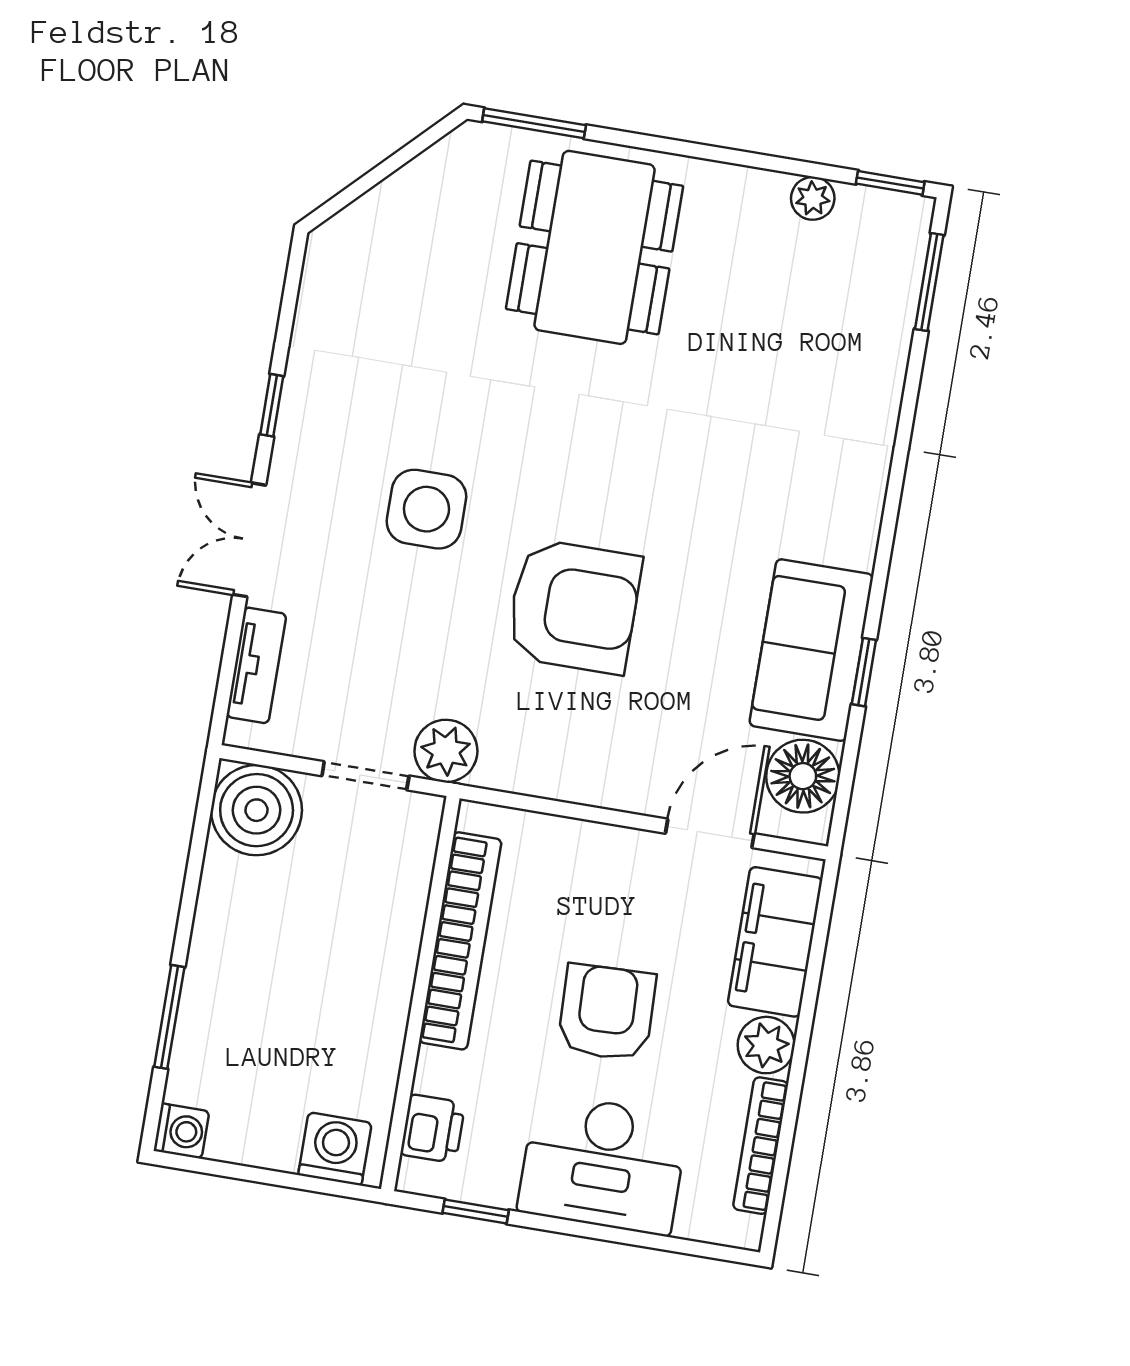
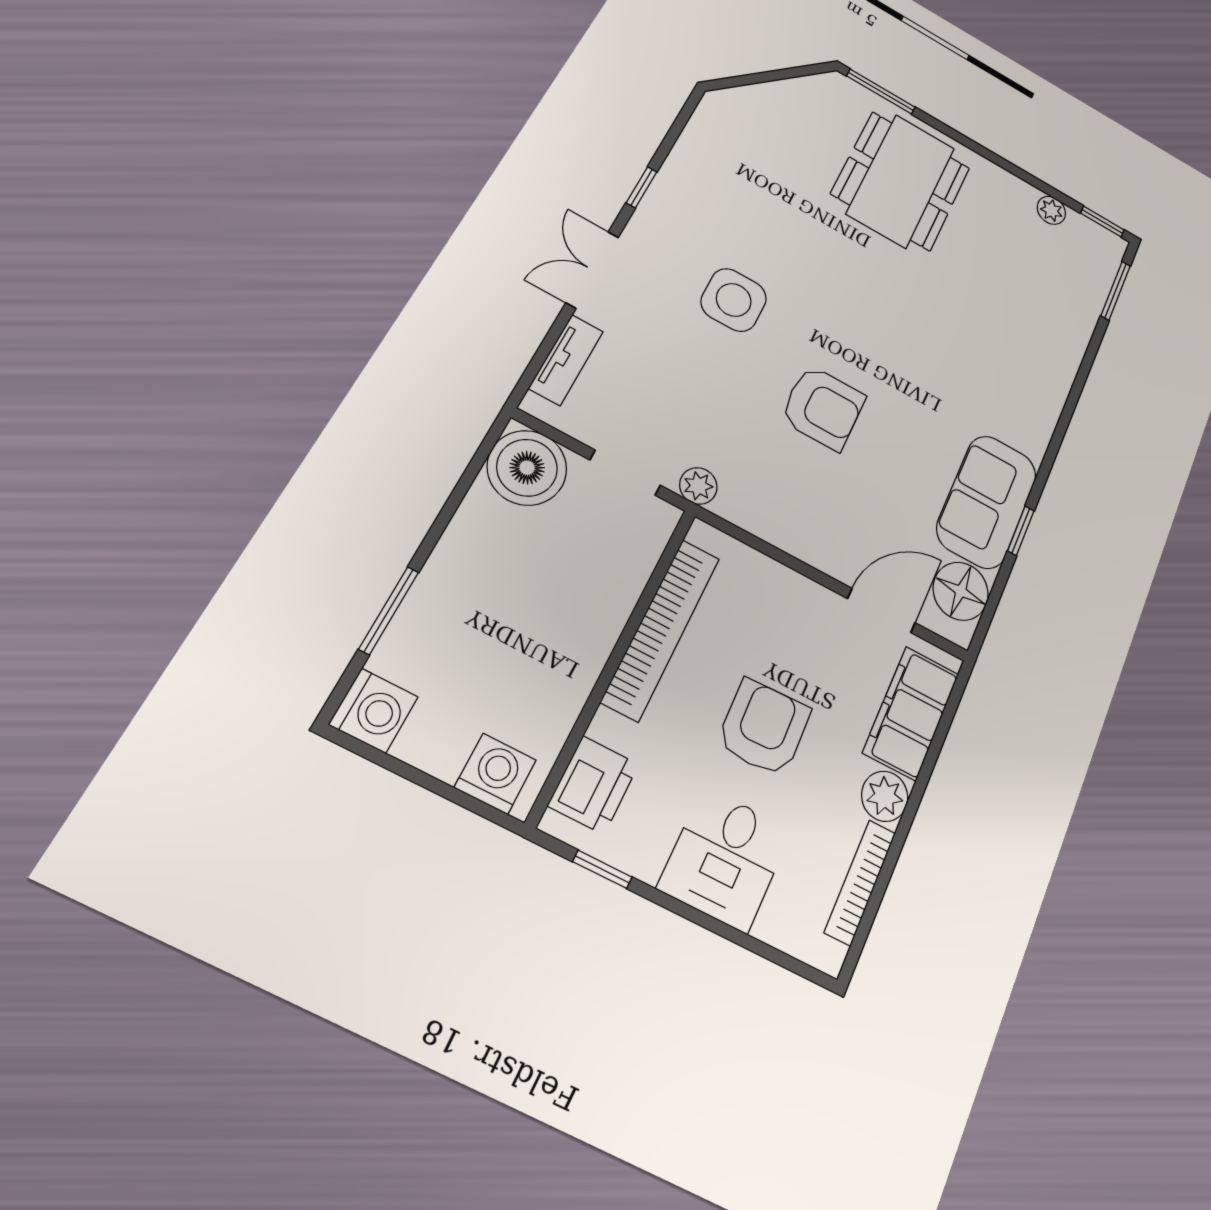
armchair: (574, 606) -> (823, 407), width x0.73, depth x0.73
plant: (446, 751) -> (698, 486), width x0.73, depth x0.73
printer: (433, 1129) -> (593, 785), width x1.36, depth x1.24
washing machine: (182, 1131) -> (373, 711), width x1.38, depth x1.38
desk: (603, 1164) -> (725, 859), width x0.73

